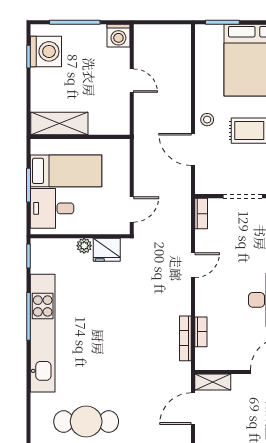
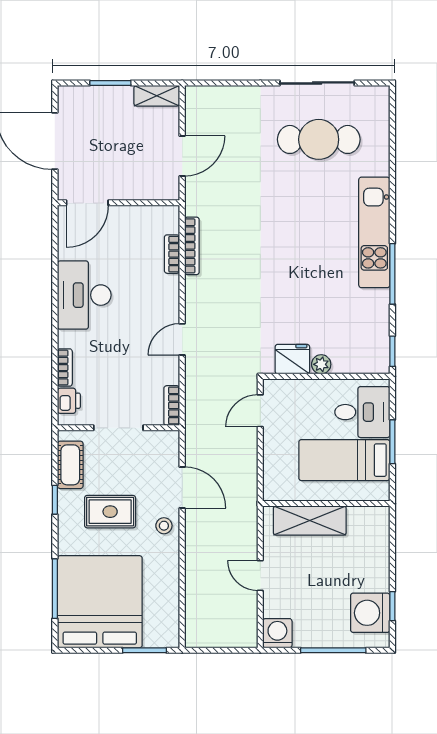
shelving: (59, 124) -> (310, 521), moved
kitchen unit: (43, 333) -> (374, 232), width x0.73
shelving: (213, 382) -> (157, 190), removed

